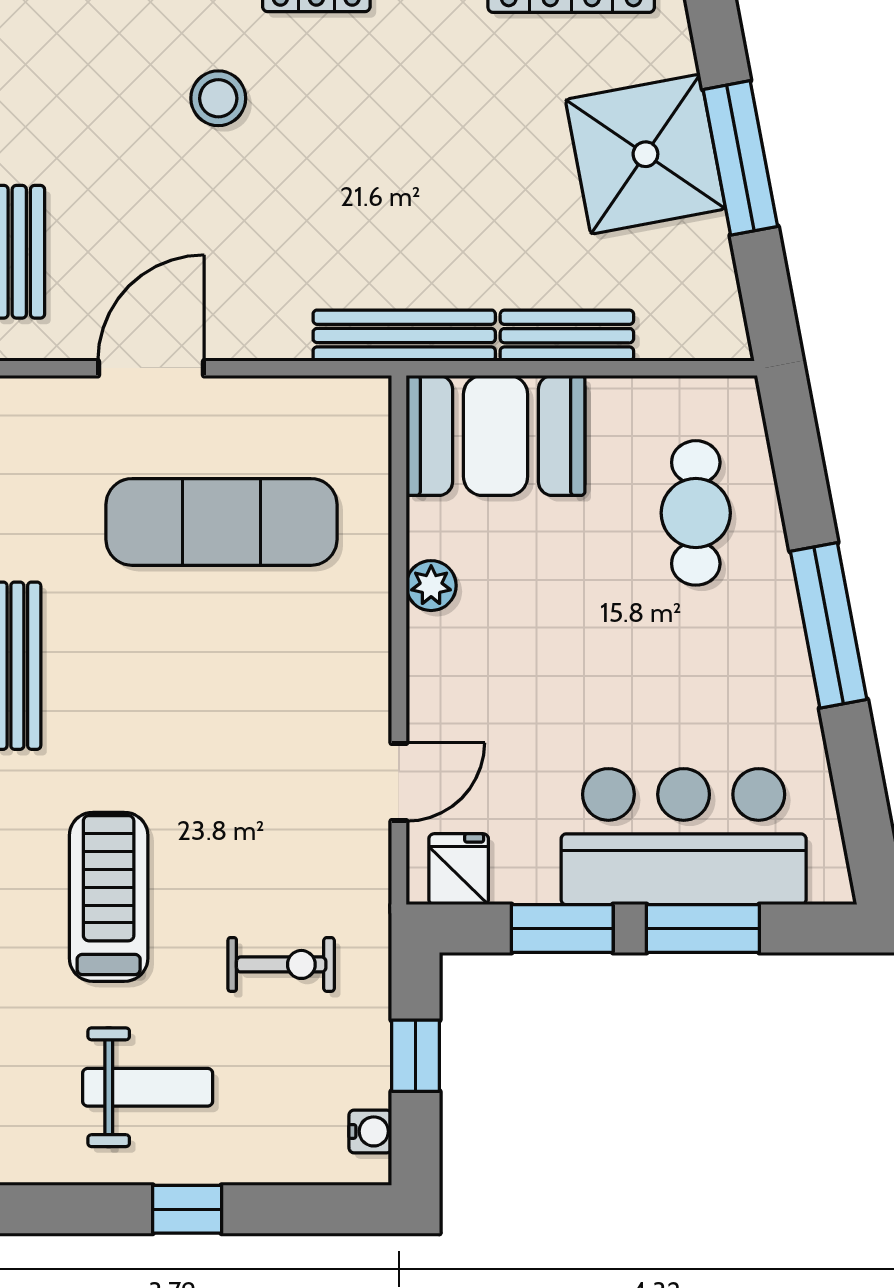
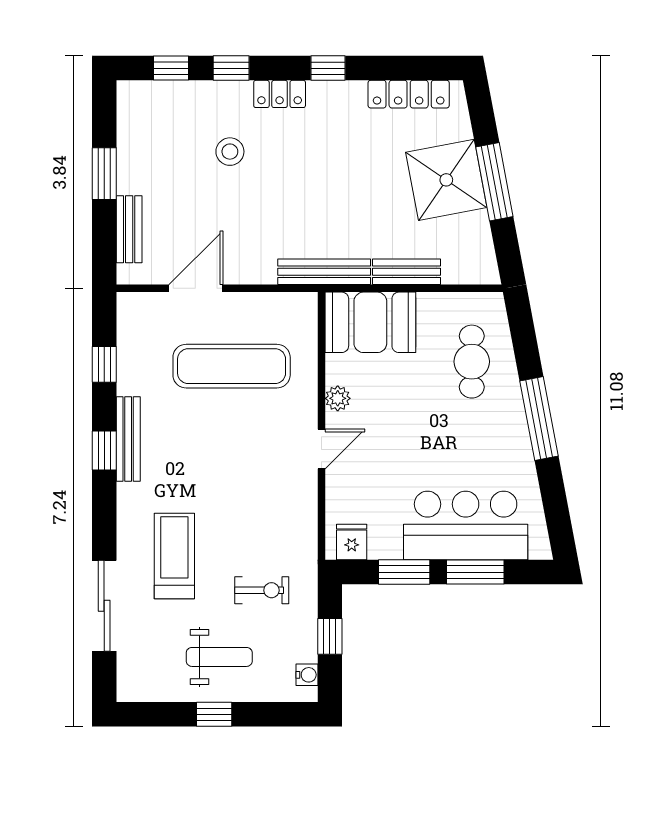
door: (399, 782) -> (321, 449), moved
weight bench: (148, 1087) -> (219, 657), moved

